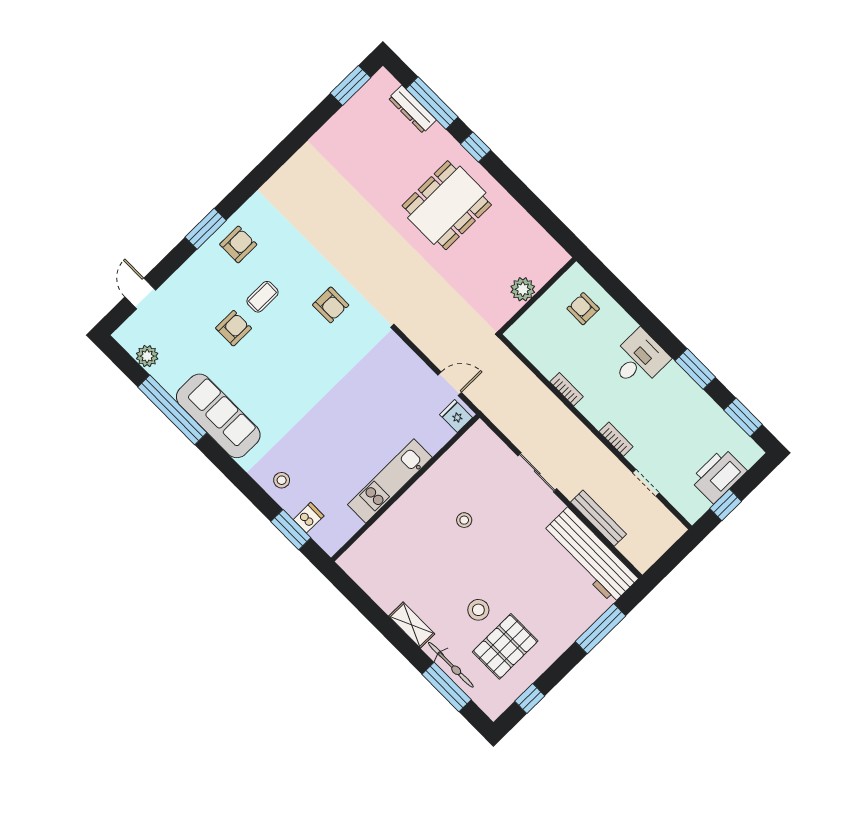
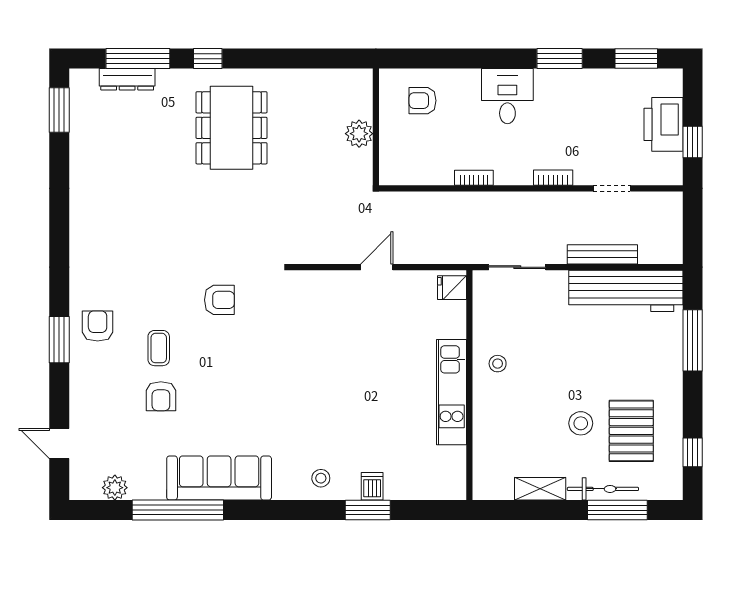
armchair: (234, 328) -> (161, 396), turned 180
fridge: (456, 416) -> (452, 288), moved
kitchen unit: (390, 481) -> (452, 392), moved
wall: (405, 488) -> (469, 385), moved

